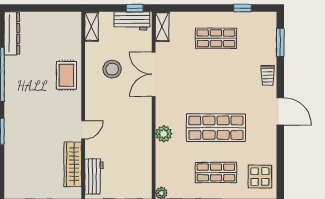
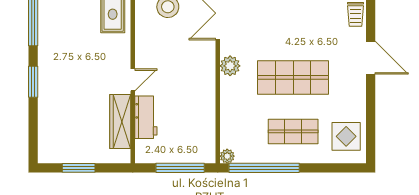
plant: (164, 134) -> (230, 66), moved
workbench: (94, 176) -> (146, 117), moved

